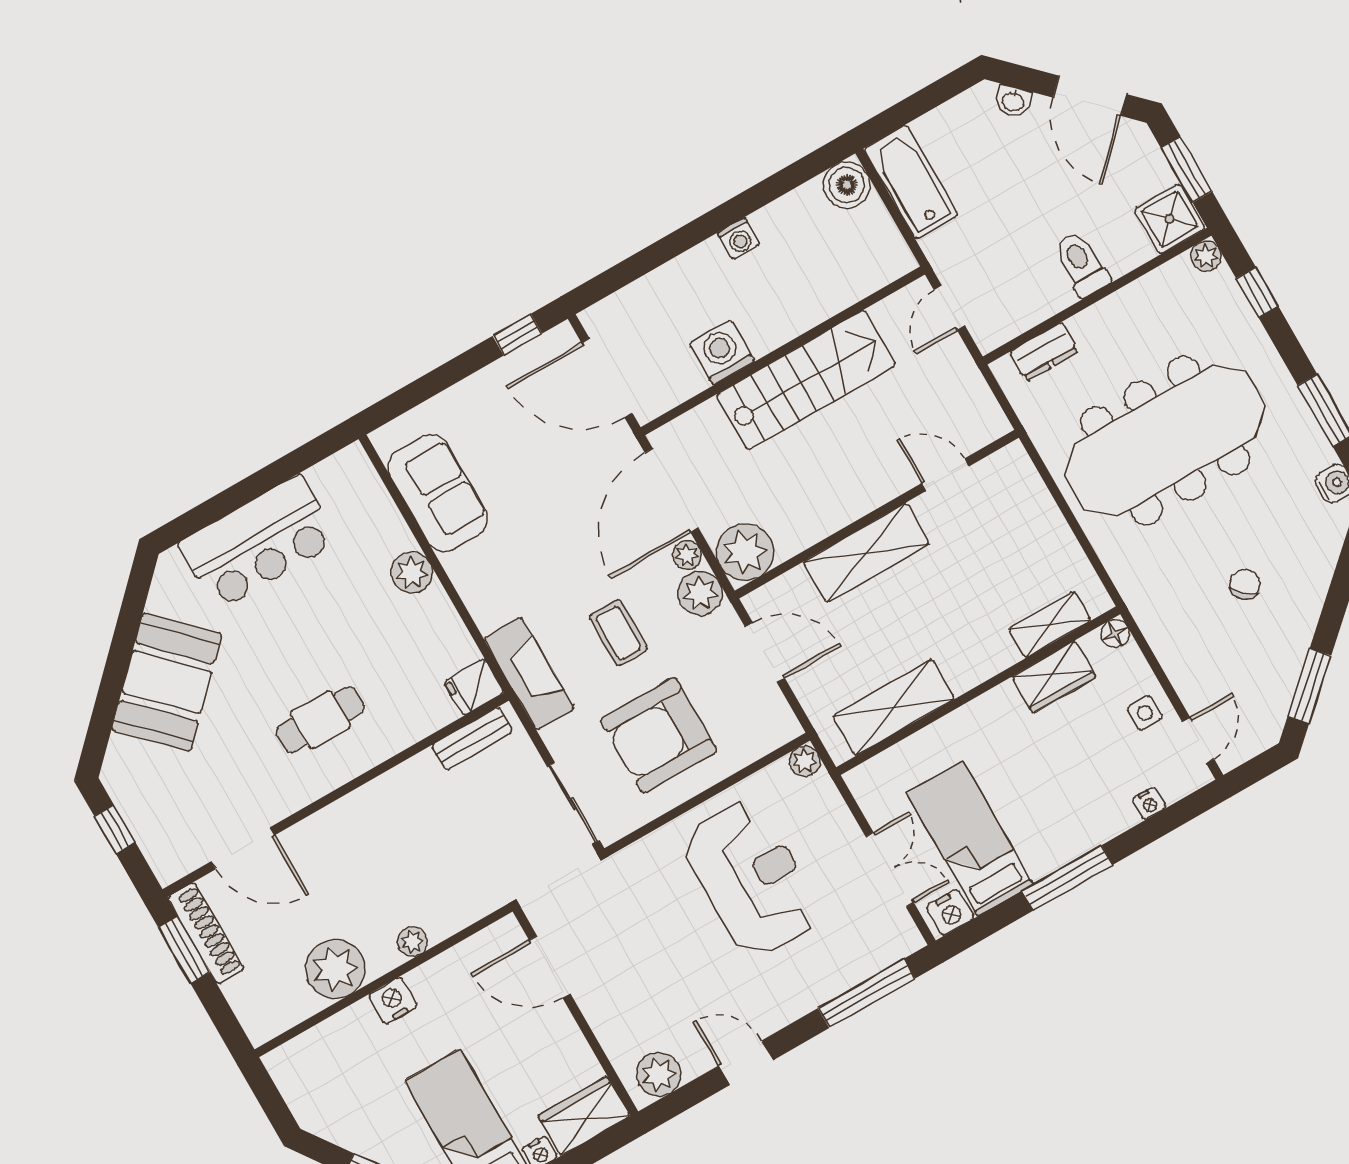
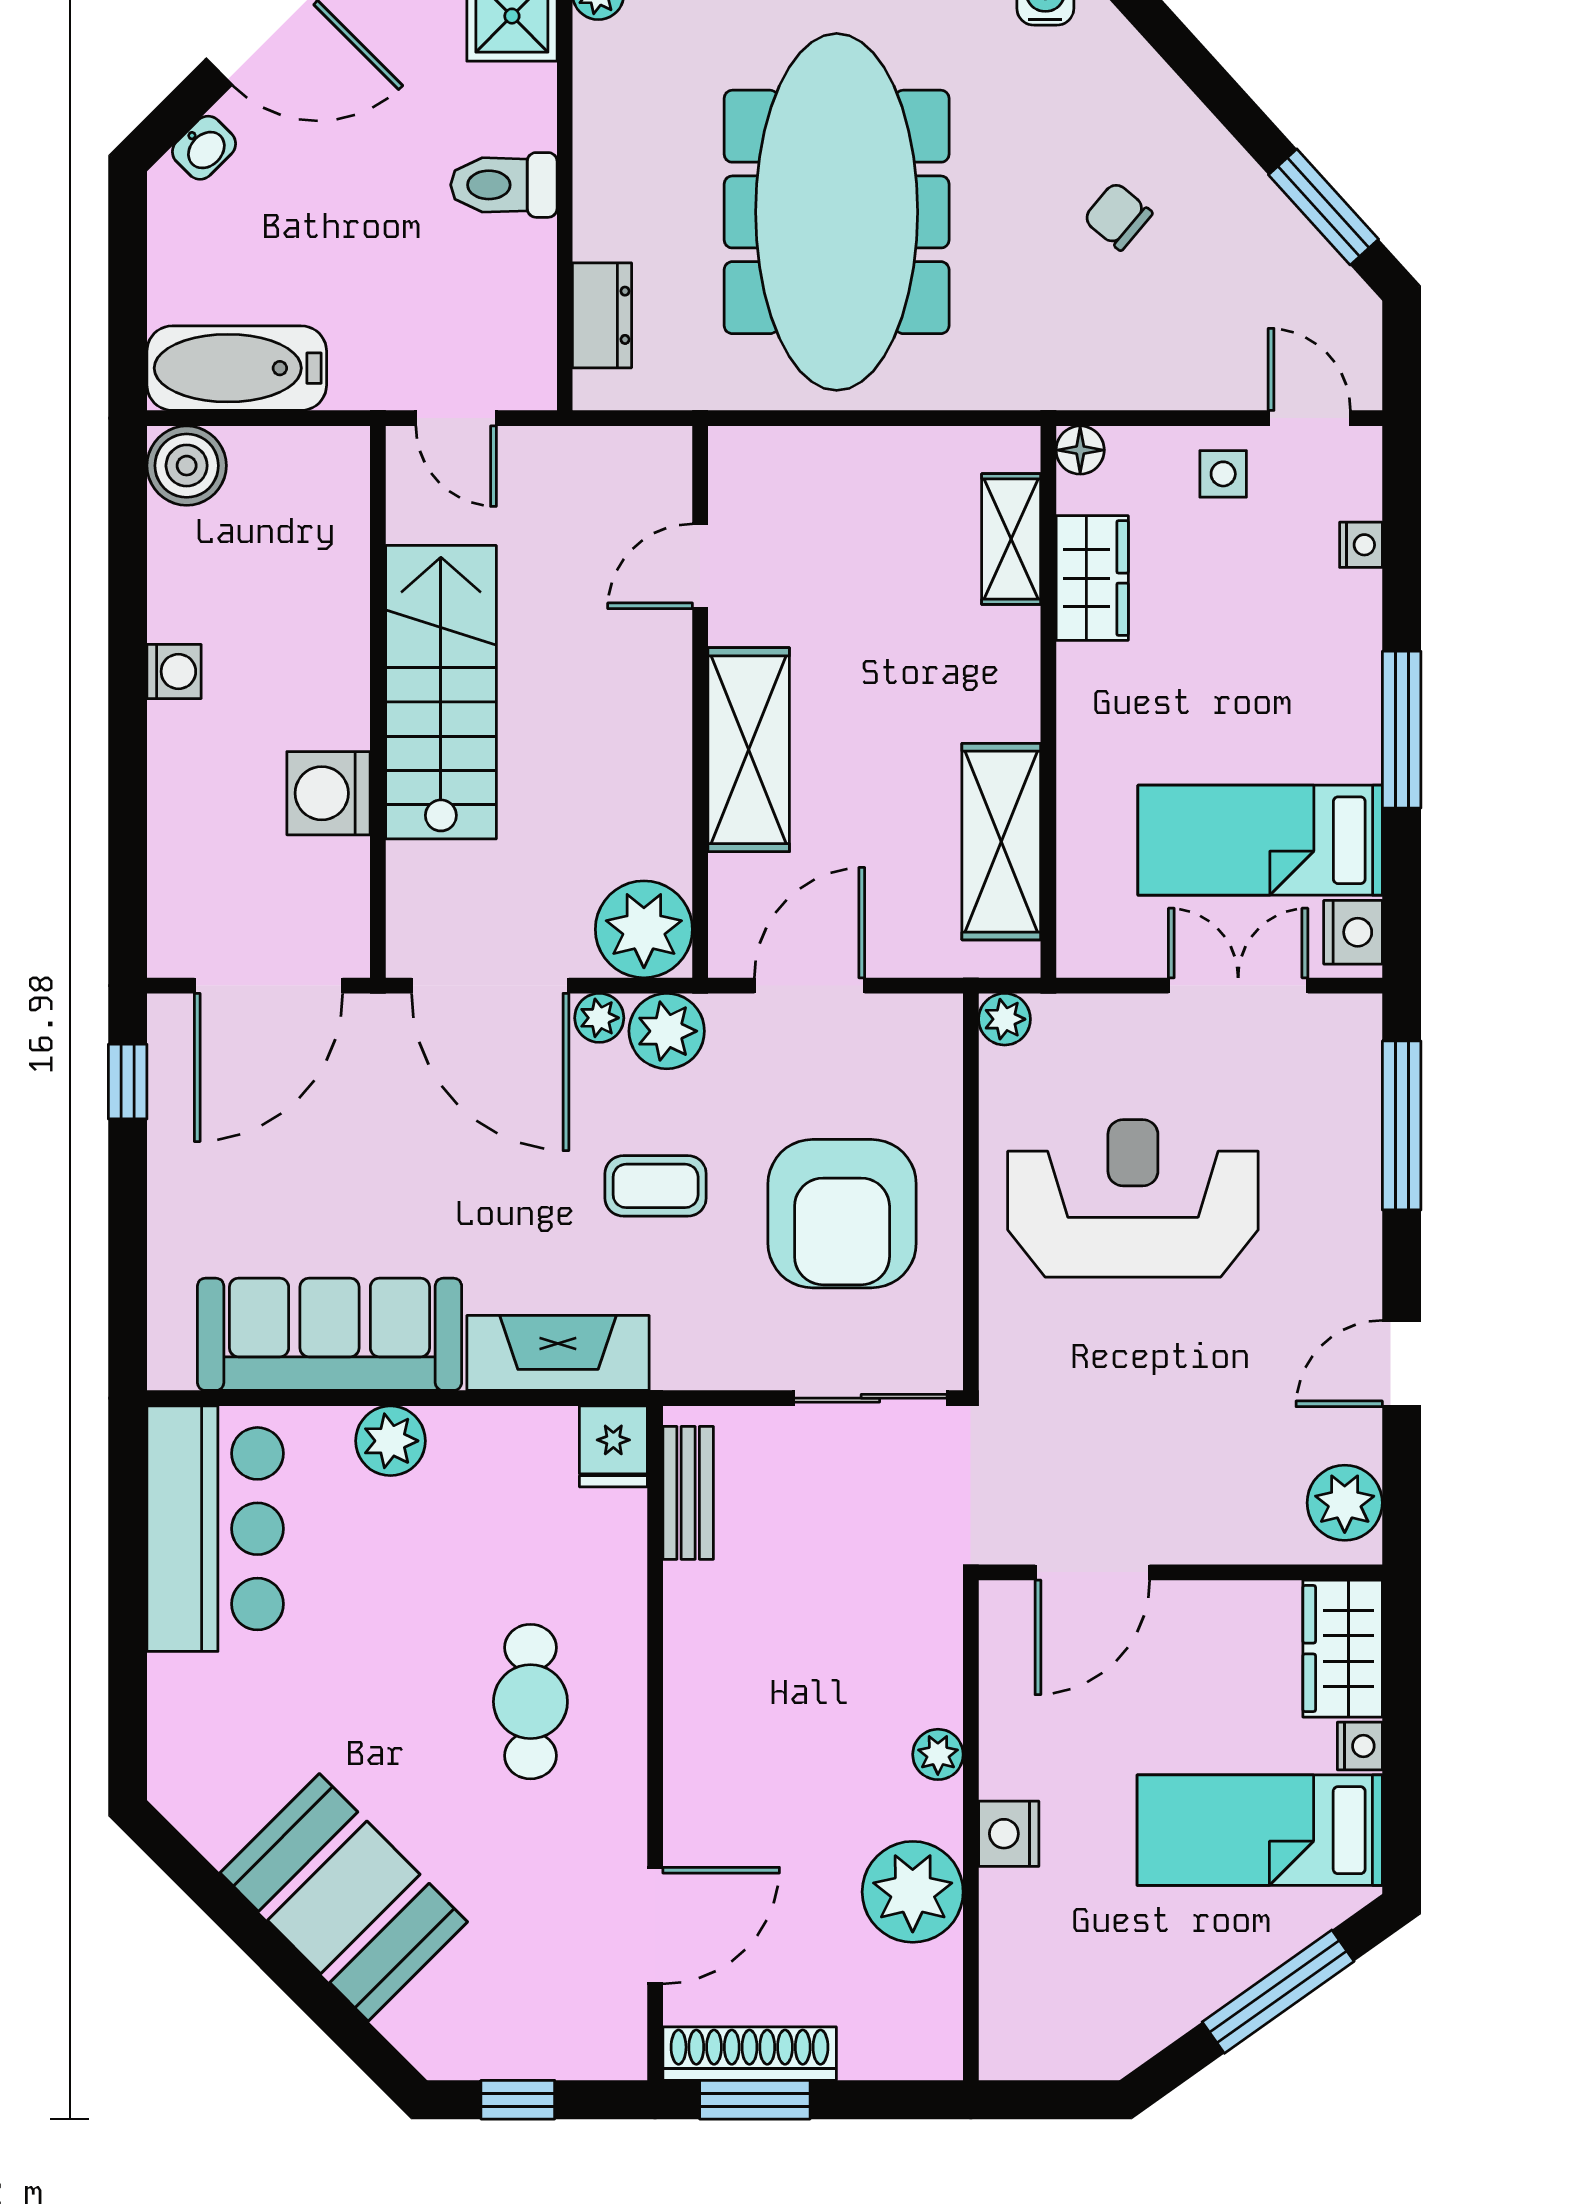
sofa: (438, 493) -> (330, 1334), width x1.36
bar counter: (258, 543) -> (215, 1529), moved
fireplace: (529, 674) -> (558, 1353), moved

